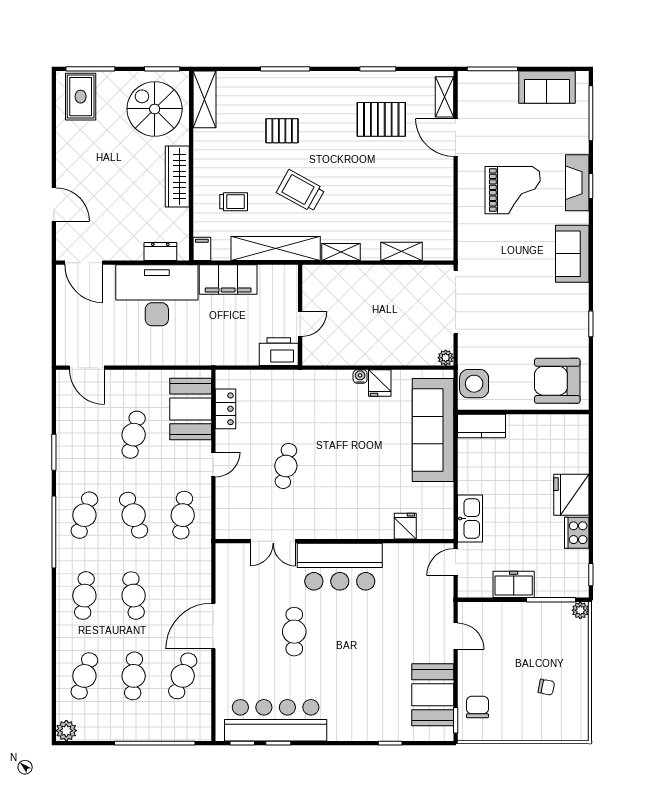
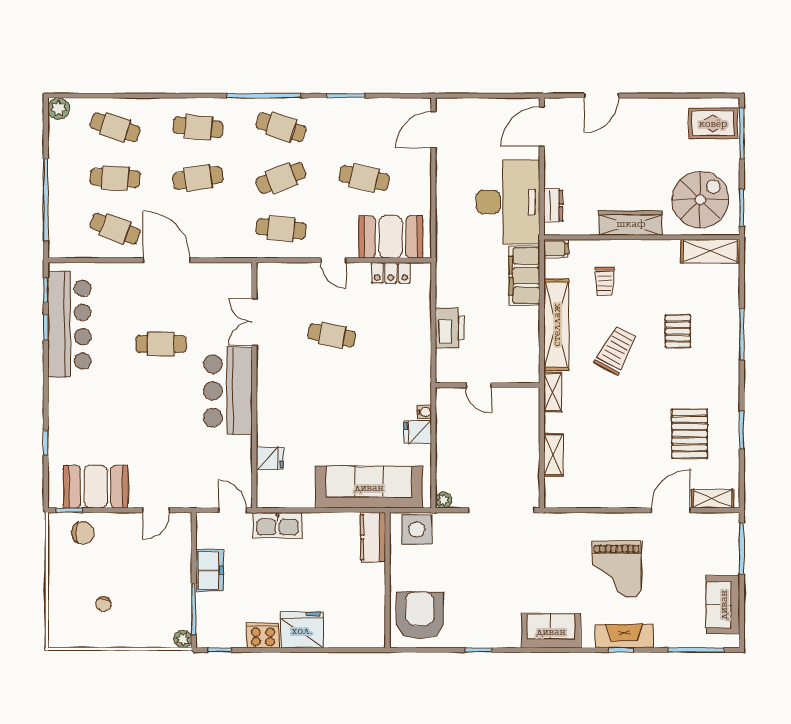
wall: (300, 315) -> (488, 385), moved
door: (300, 324) -> (478, 385), moved

